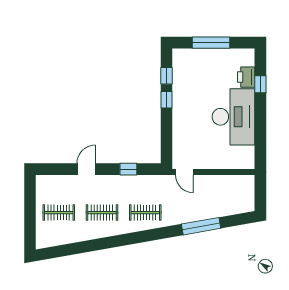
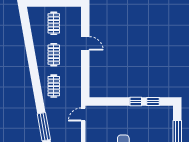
window: (128, 169) -> (85, 74), removed

